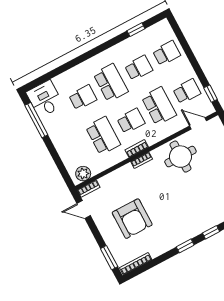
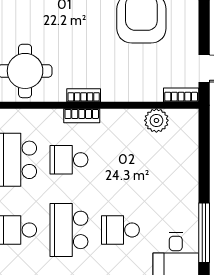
school desk: (103, 136) -> (120, 160), removed
plant: (83, 174) -> (156, 120), moved

